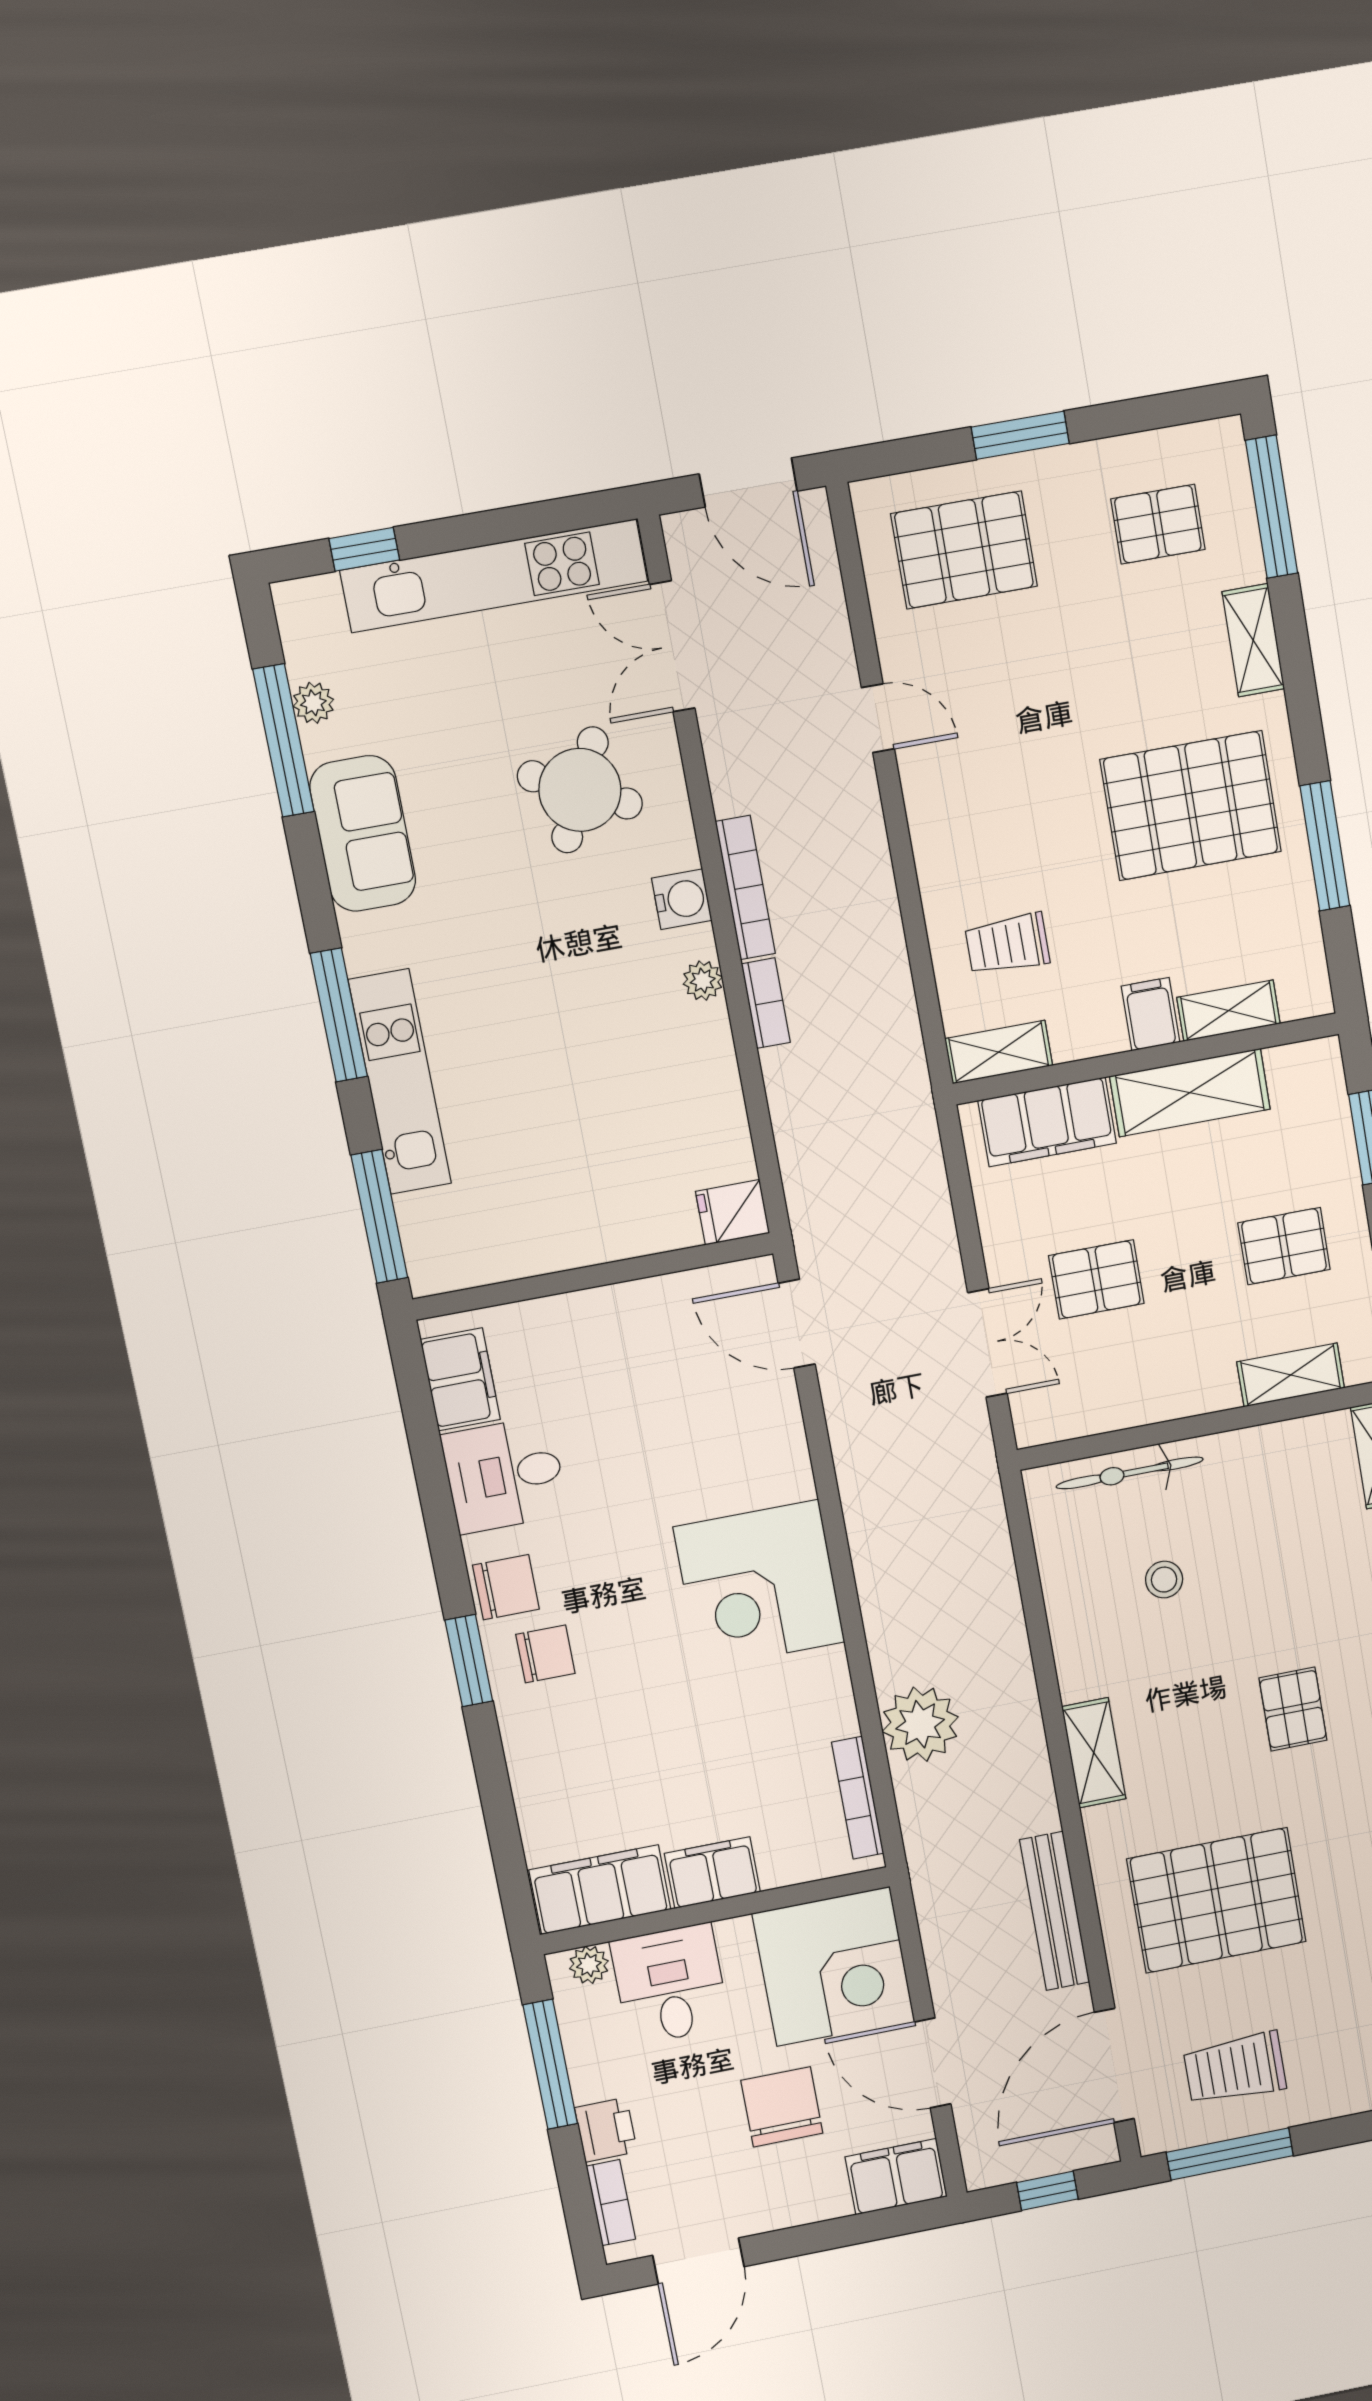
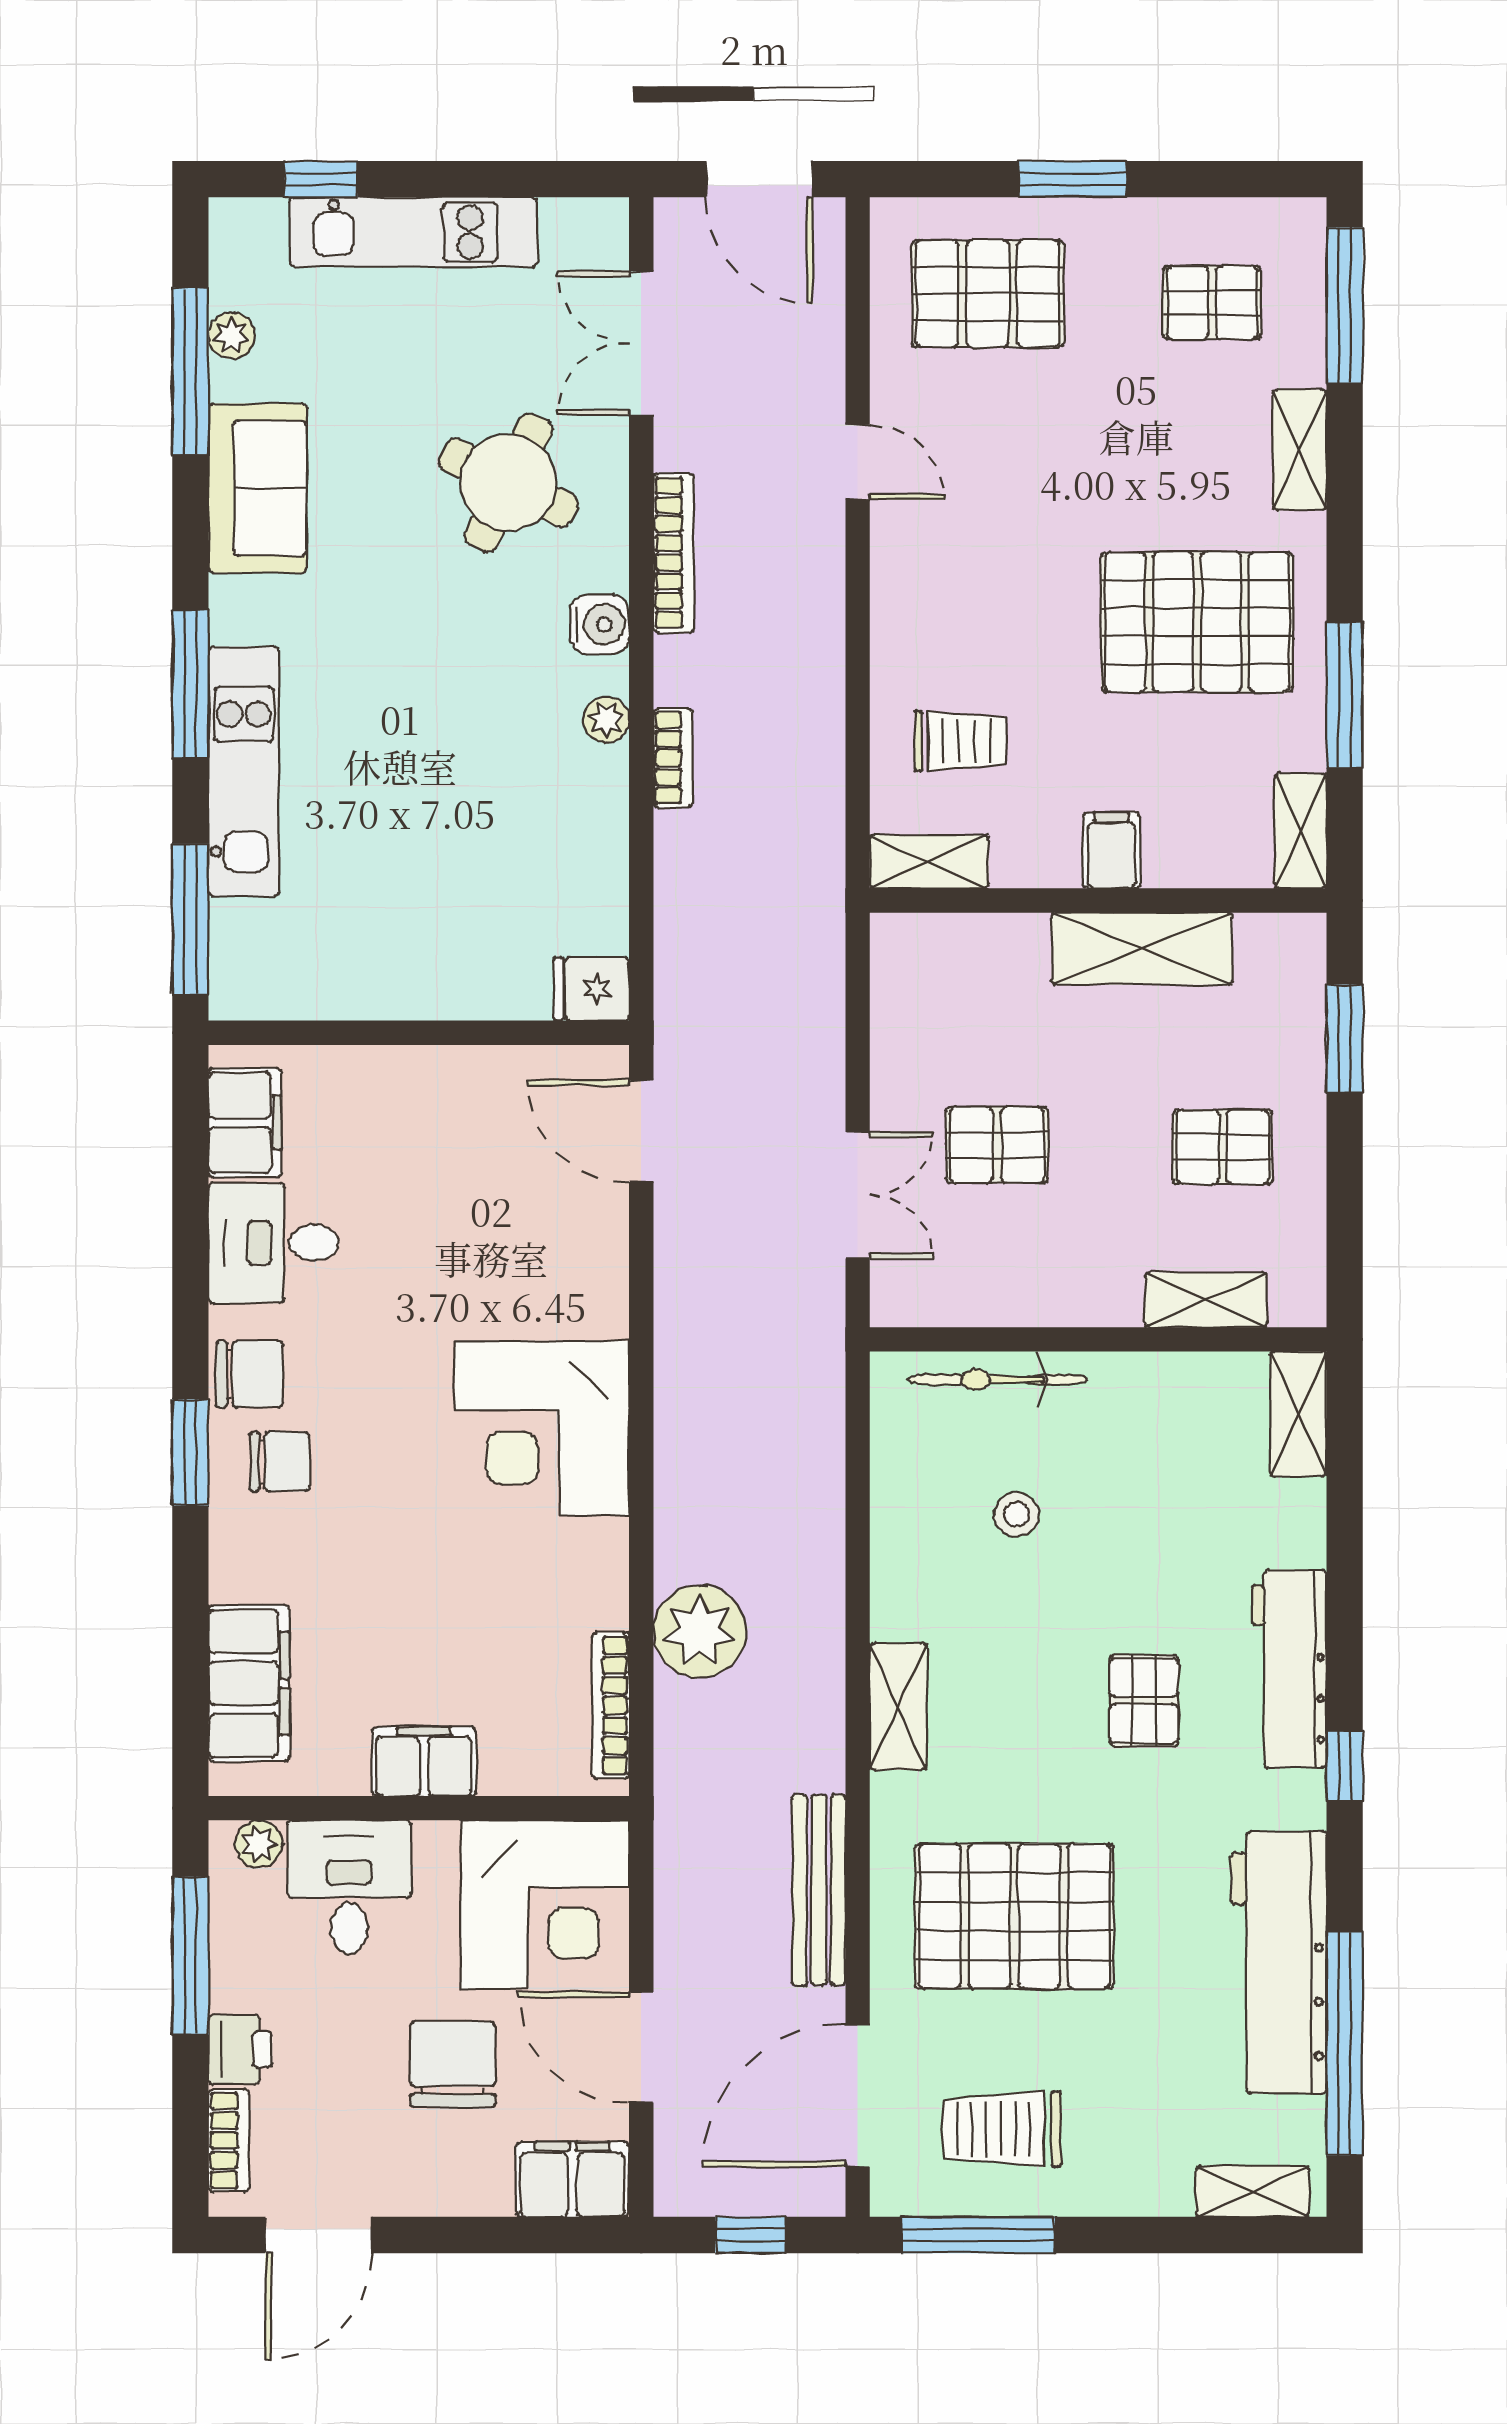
kitchen unit: (494, 576) -> (413, 232), width x0.73
bookcase: (745, 888) -> (674, 553), moved
trolley: (1007, 944) -> (960, 741), turned 180
shelving: (1228, 1011) -> (1301, 831), moved, turned 90
filing cabinet: (1047, 1122) -> (971, 952), removed
filing cabinet: (600, 1890) -> (249, 1683), moved, turned 90

